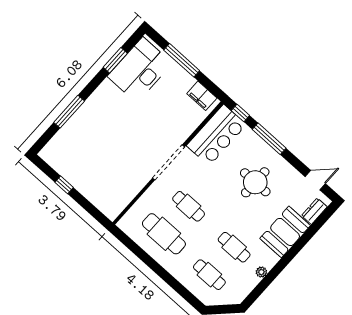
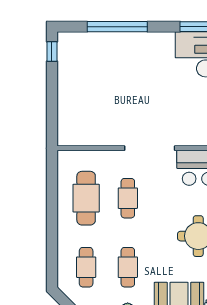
window: (69, 112) -> (117, 27), width x1.46
window: (64, 185) -> (52, 52), moved

